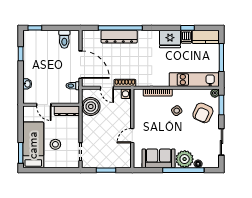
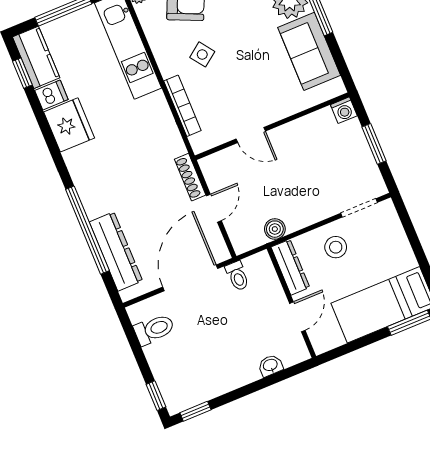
window: (187, 28) -> (22, 73), moved
dresser: (119, 37) -> (116, 251), moved
window: (21, 54) -> (195, 411), moved
washing machine: (126, 94) -> (344, 110), moved
boiler: (91, 107) -> (275, 229), width x0.54, depth x0.54
door: (132, 136) -> (251, 135), moved
stool: (55, 144) -> (336, 247), moved

